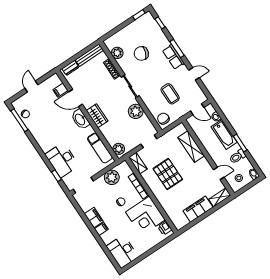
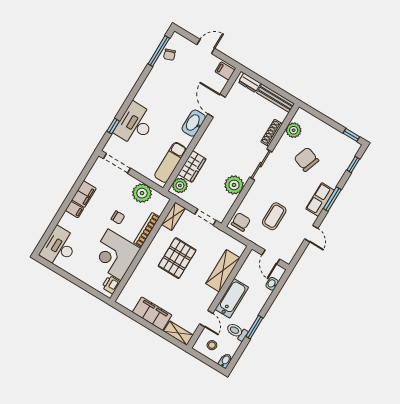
filing cabinet: (60, 90) -> (225, 71), moved
wardrobe: (97, 116) -> (192, 167), moved
bathtub: (224, 134) -> (232, 298), moved, turned 180

